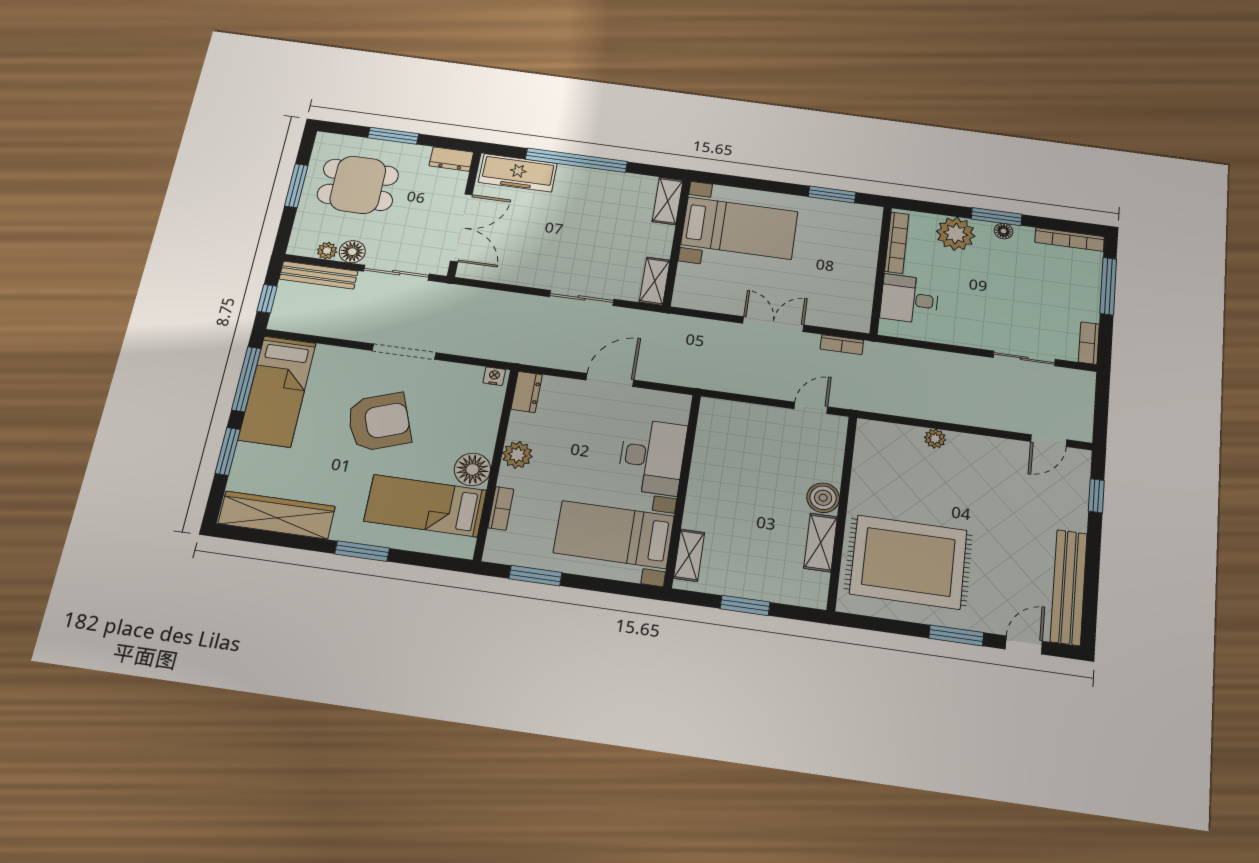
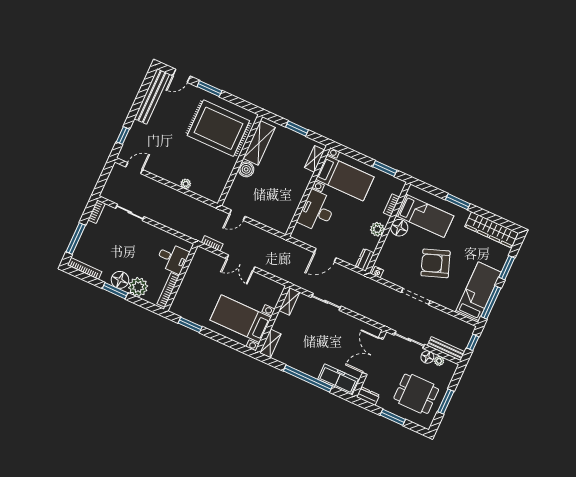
floor lamp: (1004, 231) -> (120, 280), width x1.89, depth x1.89
shelving: (821, 543) -> (259, 143), width x1.50, depth x1.33

